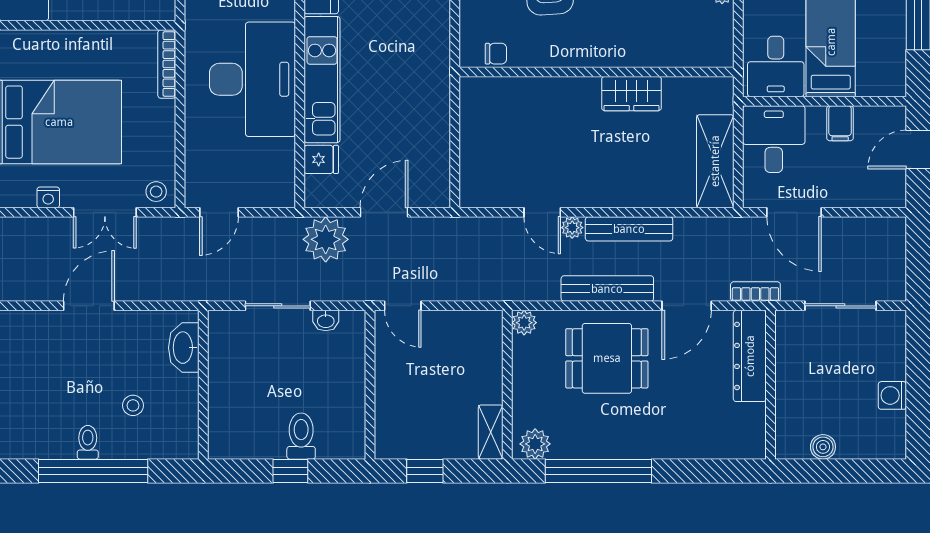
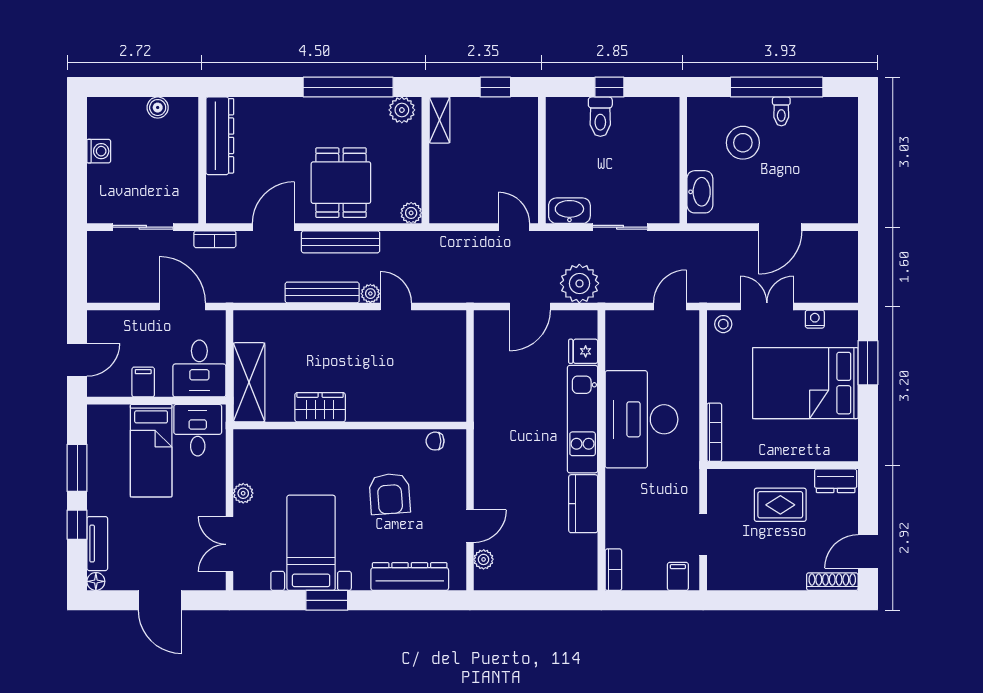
shelving: (715, 161) -> (249, 382), moved
washbasin: (326, 321) -> (569, 211), width x1.91, depth x1.45
dresser: (750, 356) -> (220, 136), moved
dining table: (607, 358) -> (341, 183), turned 90
stool: (133, 405) -> (743, 143), width x1.89, depth x1.89

